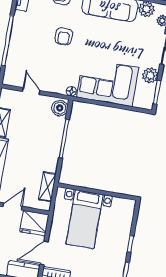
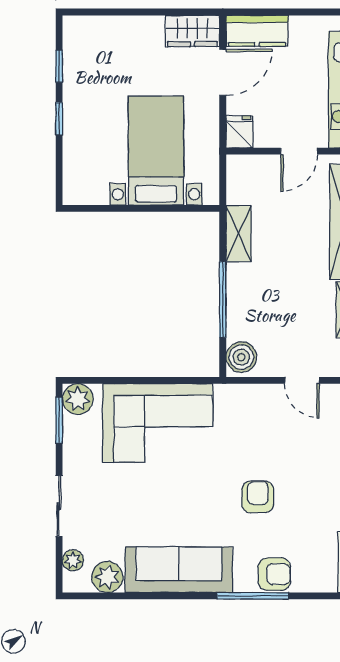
plant: (150, 75) -> (78, 399), moved
floor lamp: (71, 91) -> (225, 393), removed
shelving: (47, 187) -> (239, 234), moved
fridge: (34, 223) -> (240, 132), width x0.53, depth x0.75

